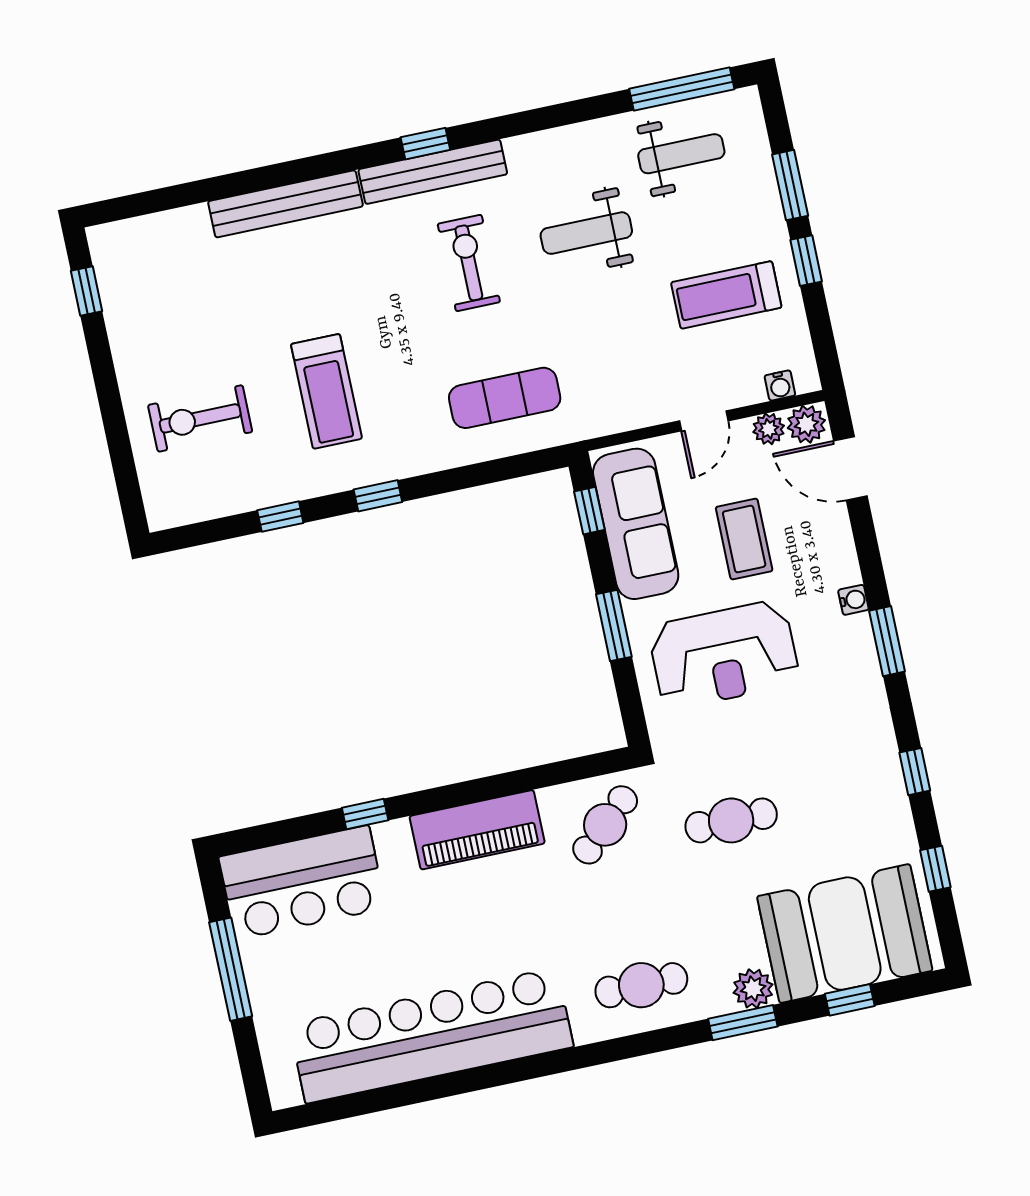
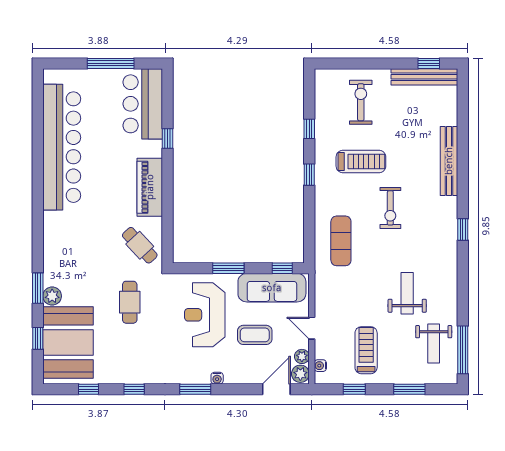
bench: (433, 172) -> (424, 77), moved, turned 90
window: (806, 261) -> (354, 389), moved
exercise bike: (469, 263) -> (390, 208), moved, turned 90
treadmill: (326, 391) -> (361, 161), turned 180
cafe table: (641, 985) -> (64, 246), removed

